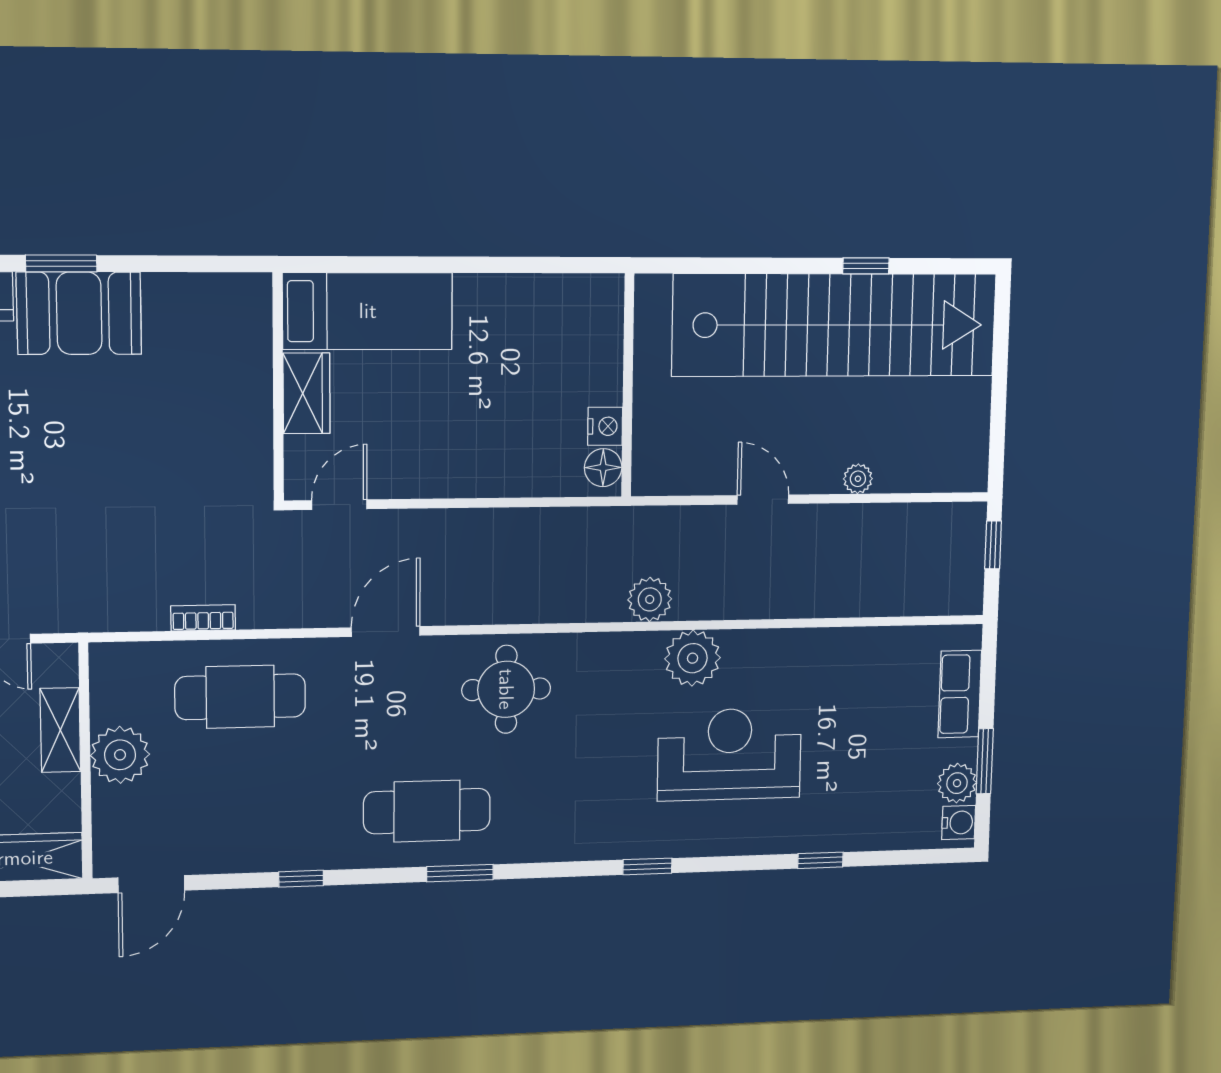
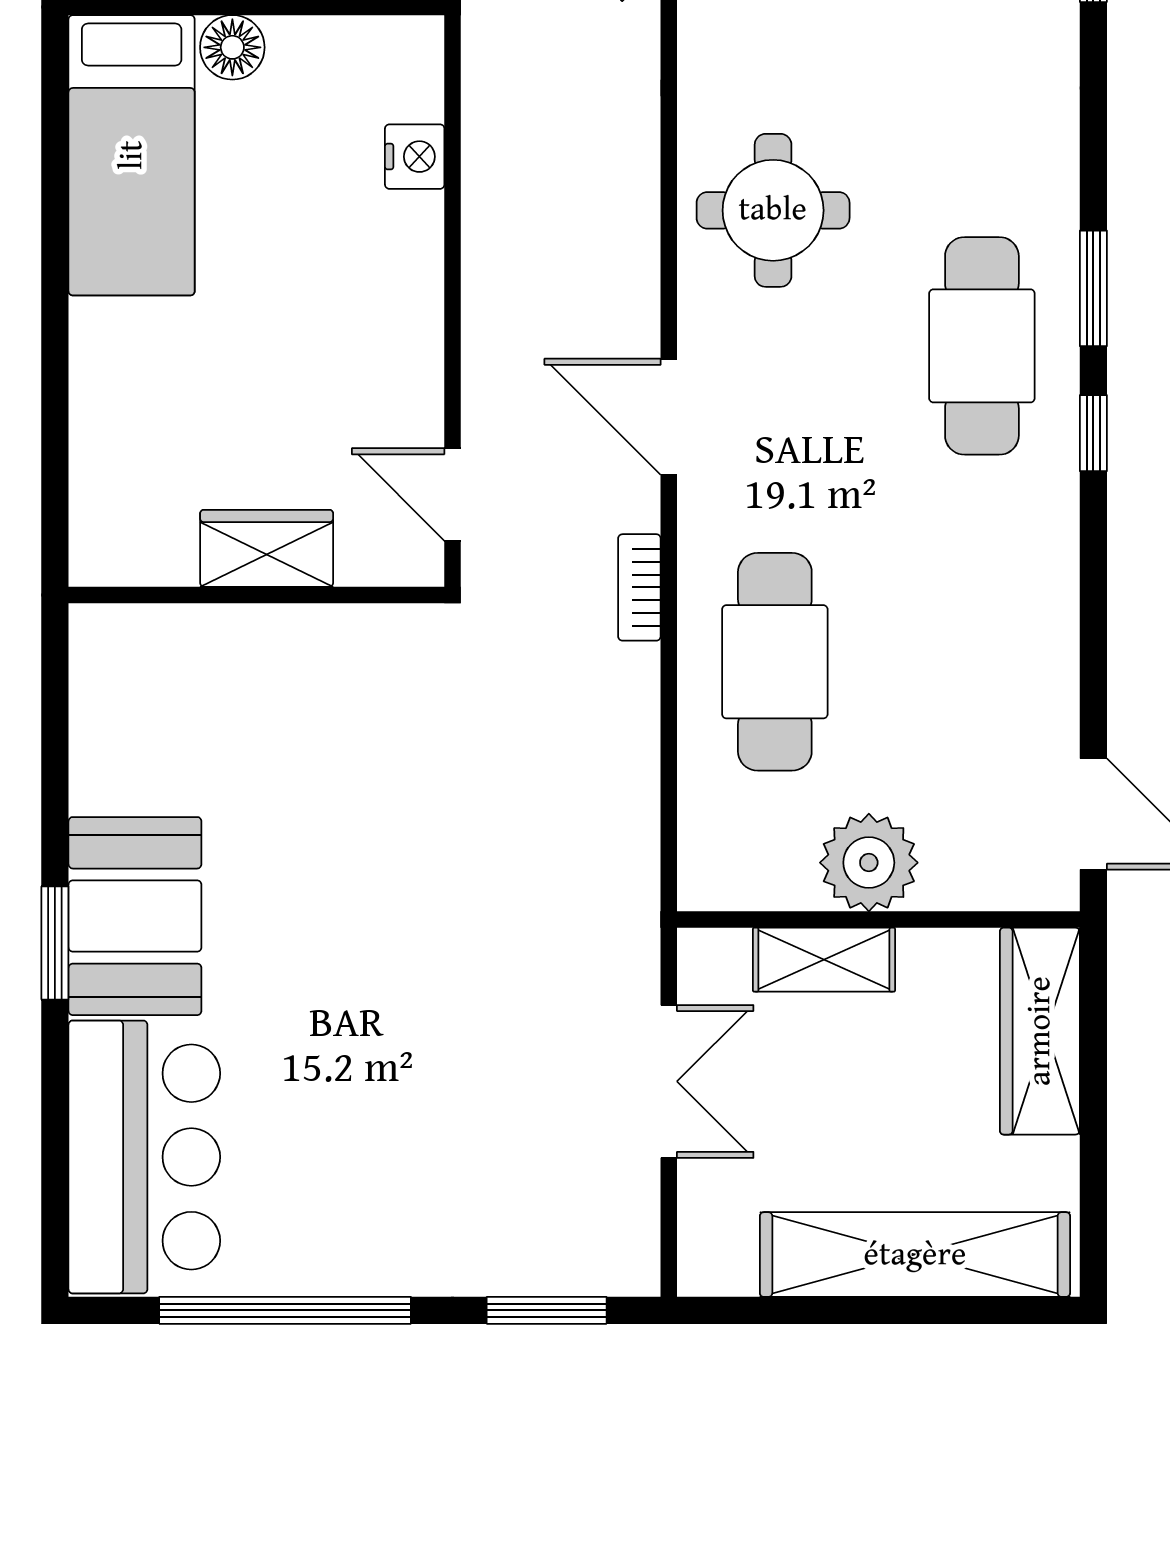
bed: (368, 311) -> (132, 155), moved, turned 180
nightstand: (605, 426) -> (415, 157), moved, turned 90
floor lamp: (603, 468) -> (232, 47), moved
bookcase: (203, 618) -> (639, 587), moved
window: (301, 879) -> (1093, 433), moved

